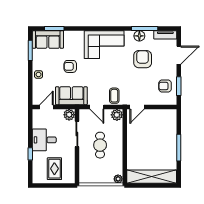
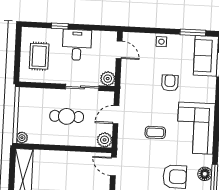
sofa: (71, 96) -> (132, 83), removed
coffee table: (114, 96) -> (155, 132), moved
rug: (54, 169) -> (39, 56), turned 90

